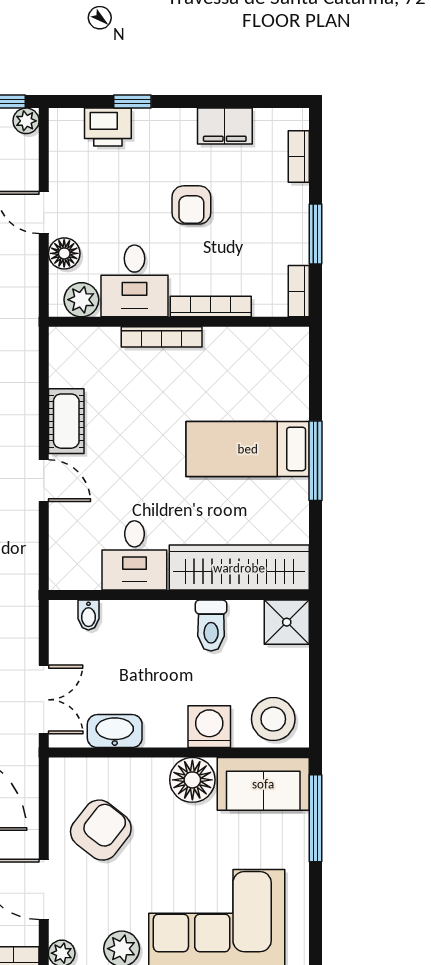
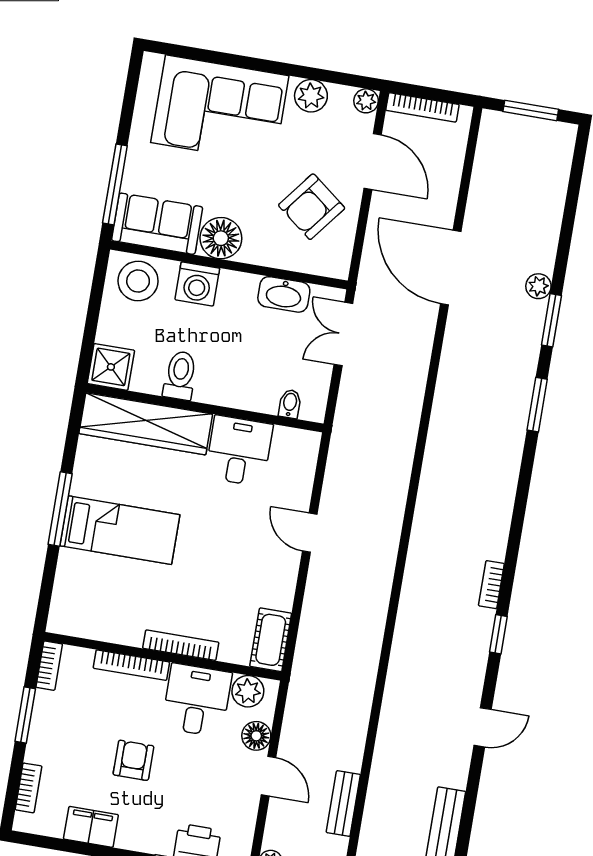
cot: (66, 421) -> (271, 640), moved

